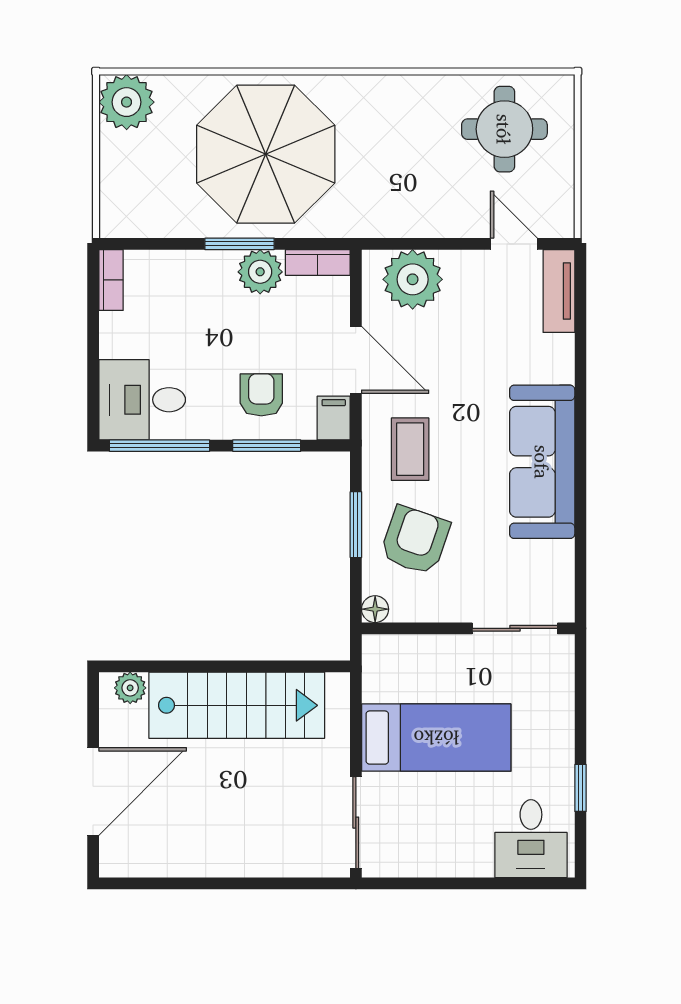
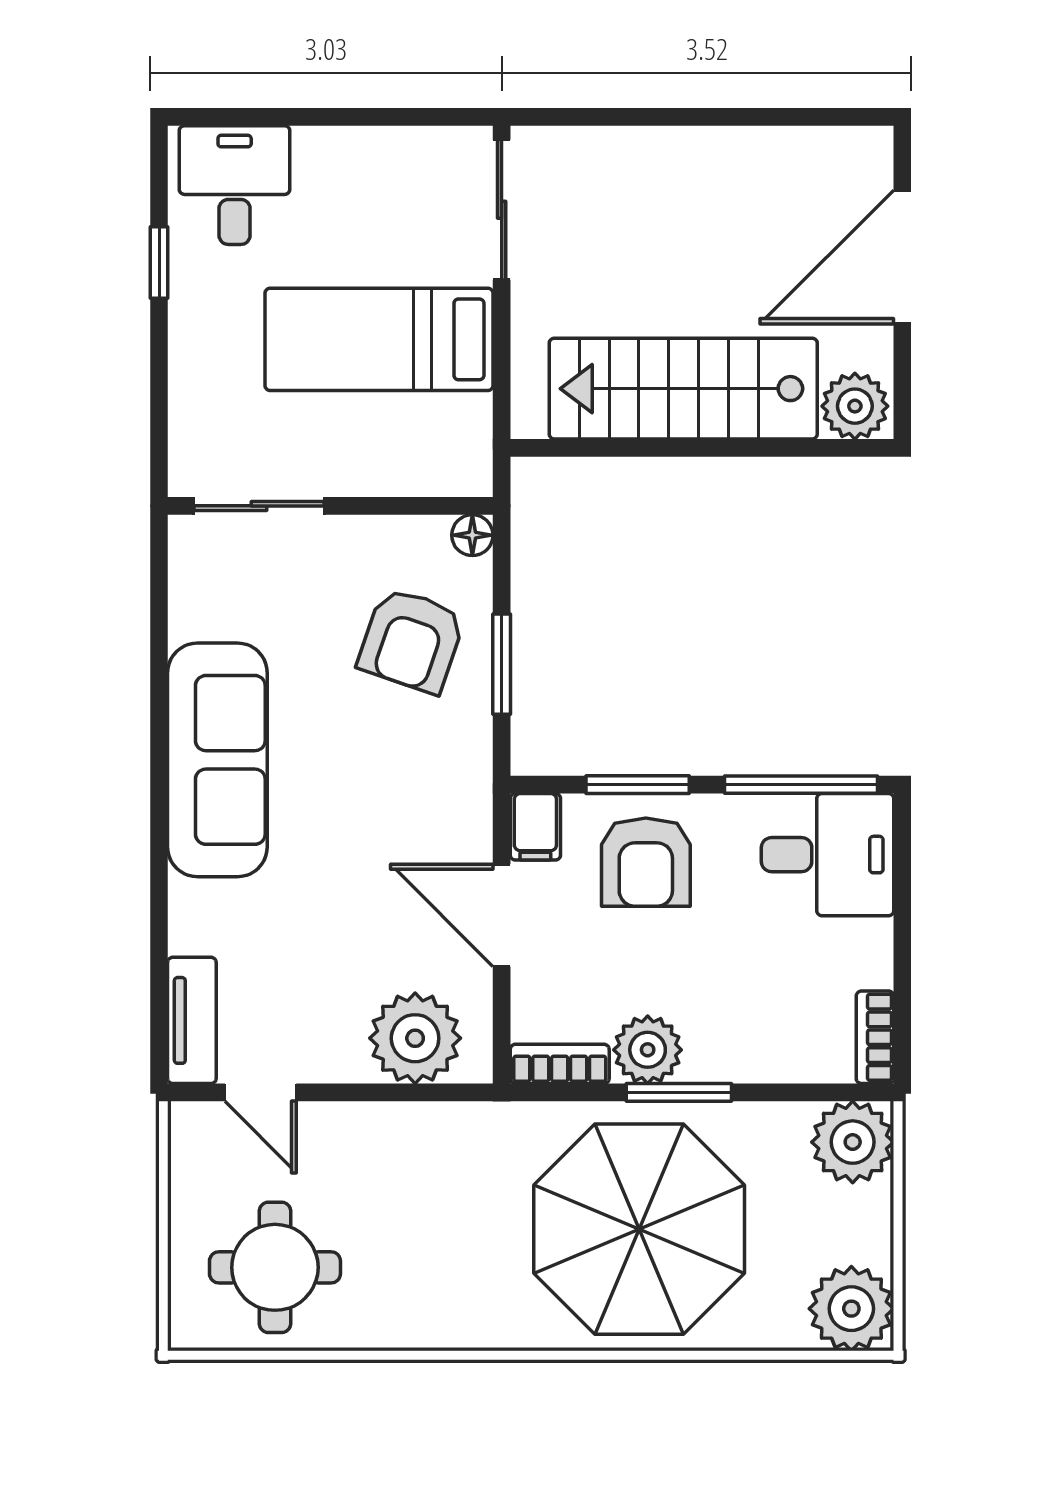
plant: (126, 211) -> (853, 1142), added
armchair: (261, 395) -> (646, 862), width x1.38, depth x1.38
coffee table: (410, 449) -> (419, 779), removed
plant: (130, 688) -> (855, 406), width x1.38, depth x1.38

